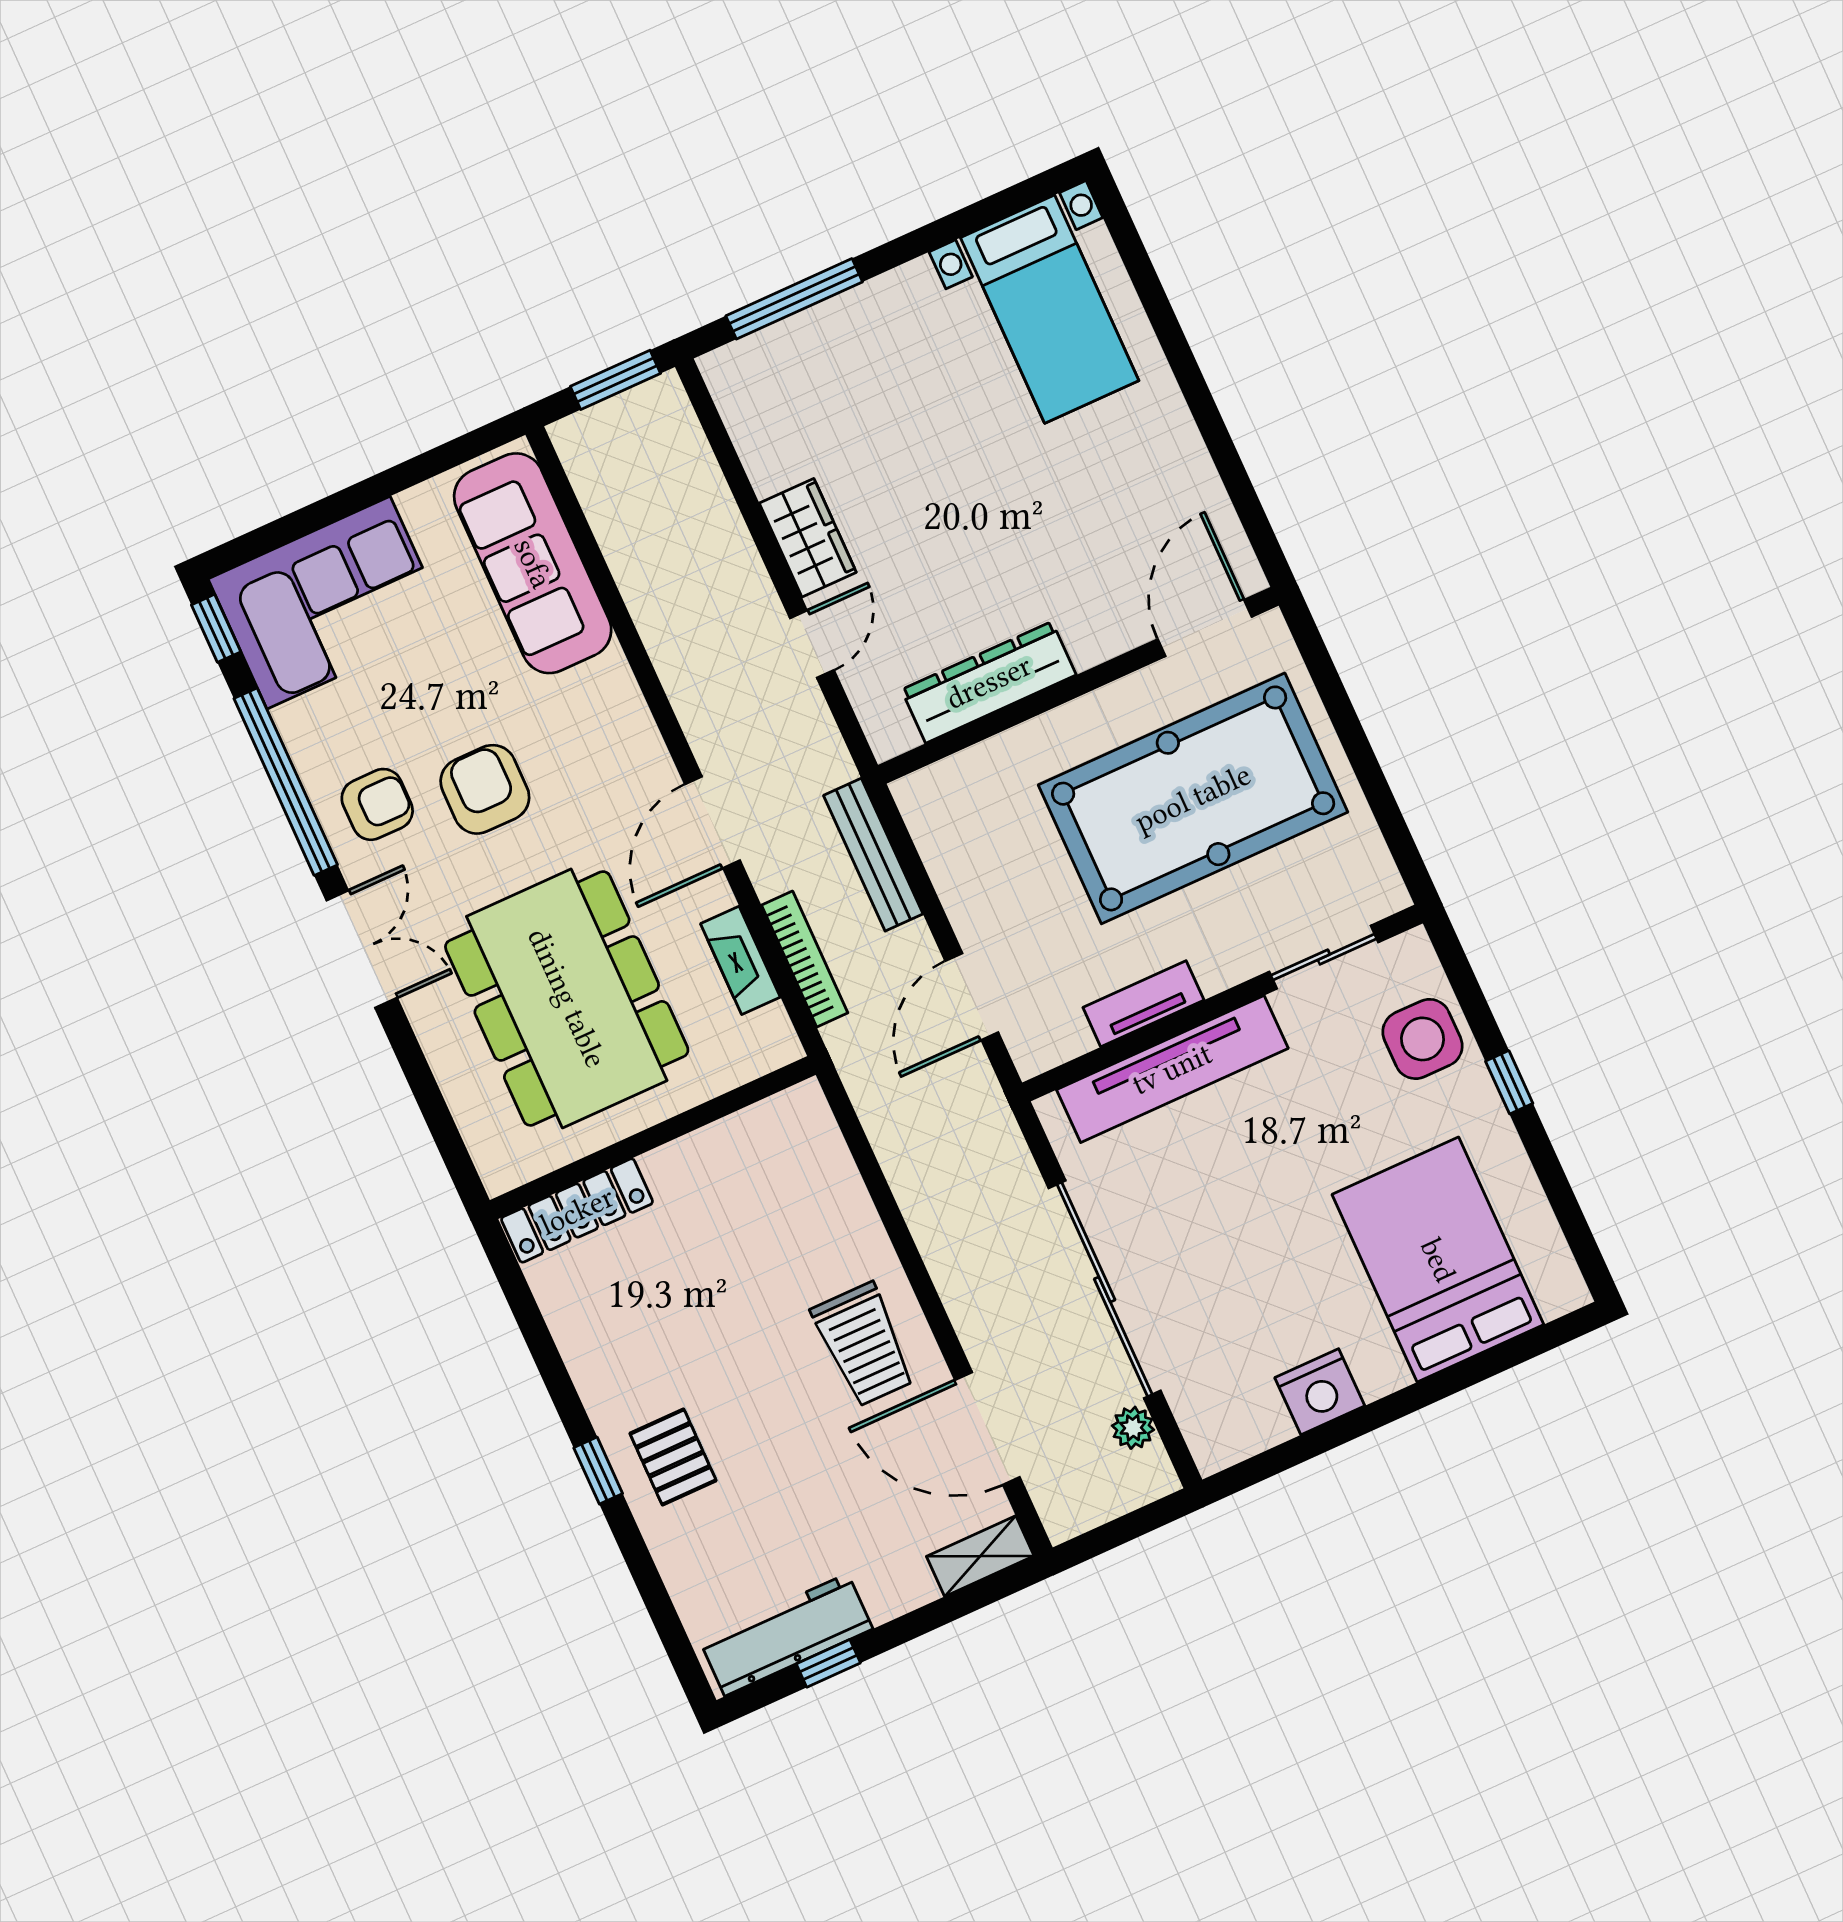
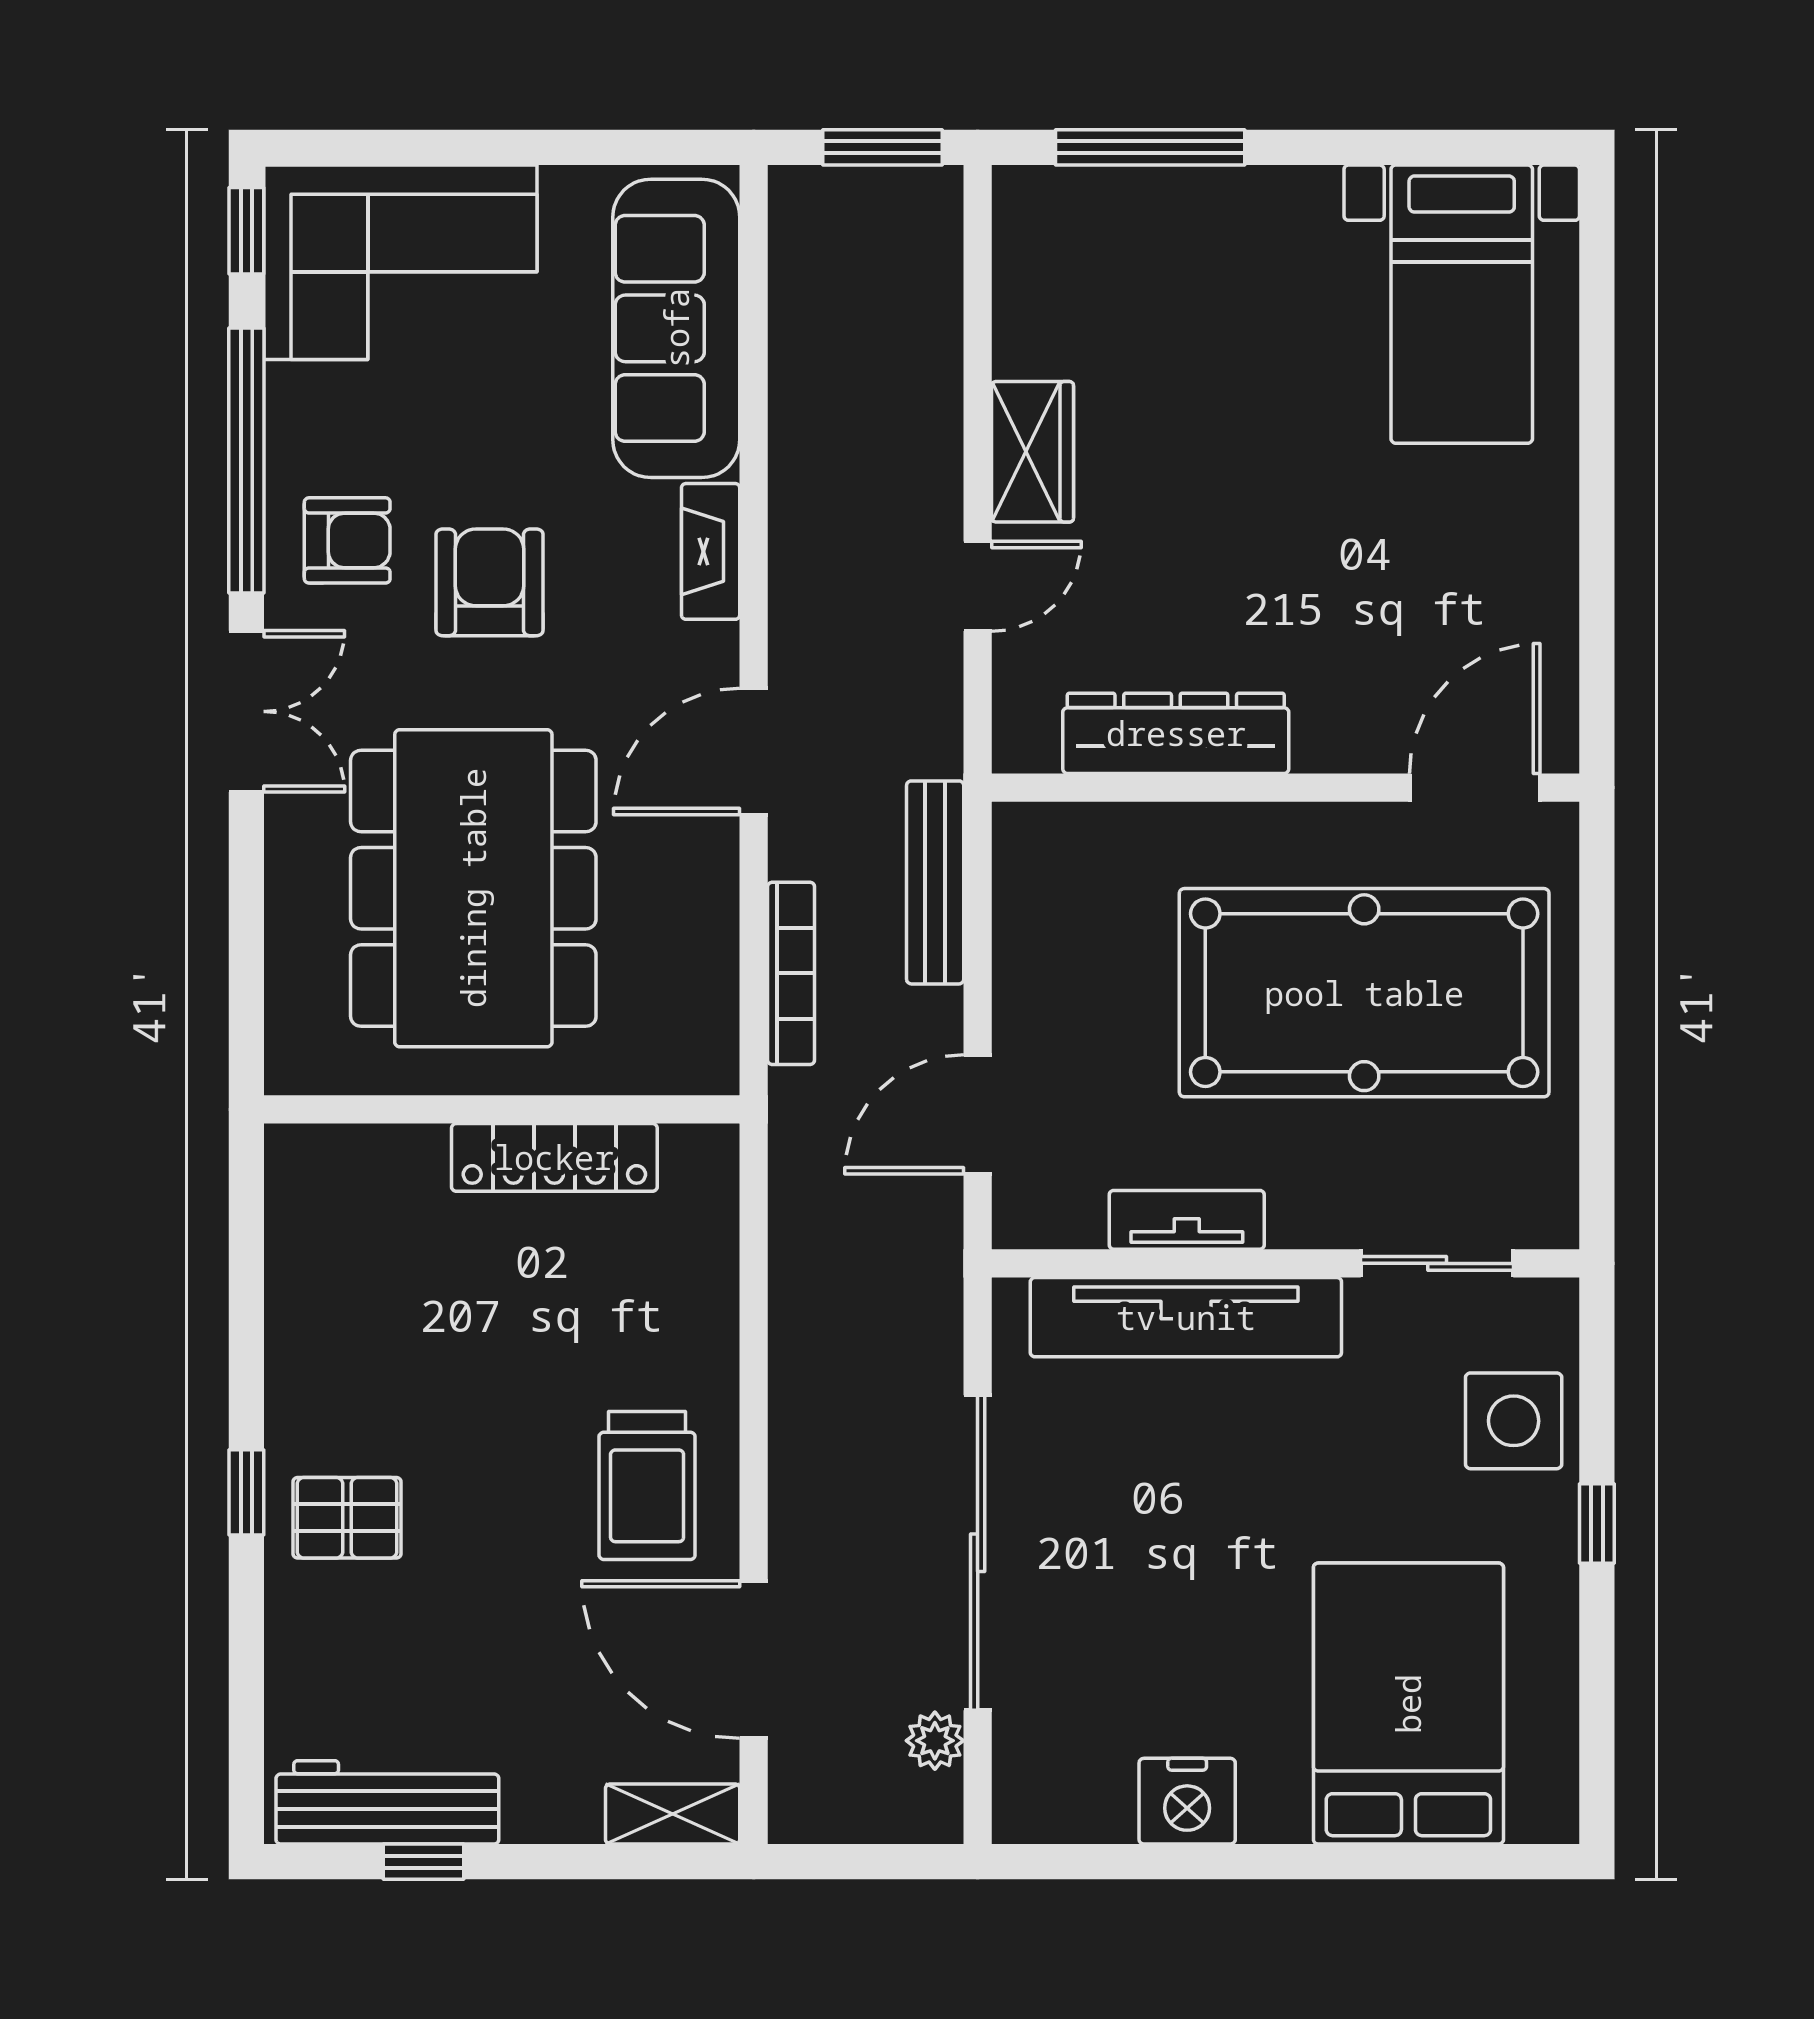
fireplace: (740, 960) -> (711, 551), moved
locker: (577, 1211) -> (554, 1157), moved
pallet: (673, 1457) -> (347, 1518), turned 90

